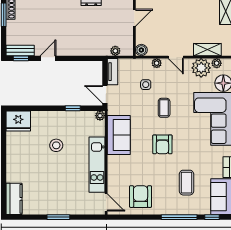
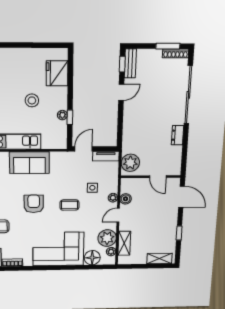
boiler: (141, 50) -> (126, 199), moved
plant: (115, 51) -> (130, 163), width x1.88, depth x1.88
door: (48, 58) -> (121, 92), hinge flipped
plant: (100, 116) -> (62, 115), moved
fridge: (18, 121) -> (57, 73), moved
sofa: (119, 135) -> (29, 163), moved
armchair: (162, 144) -> (34, 204), turned 90

